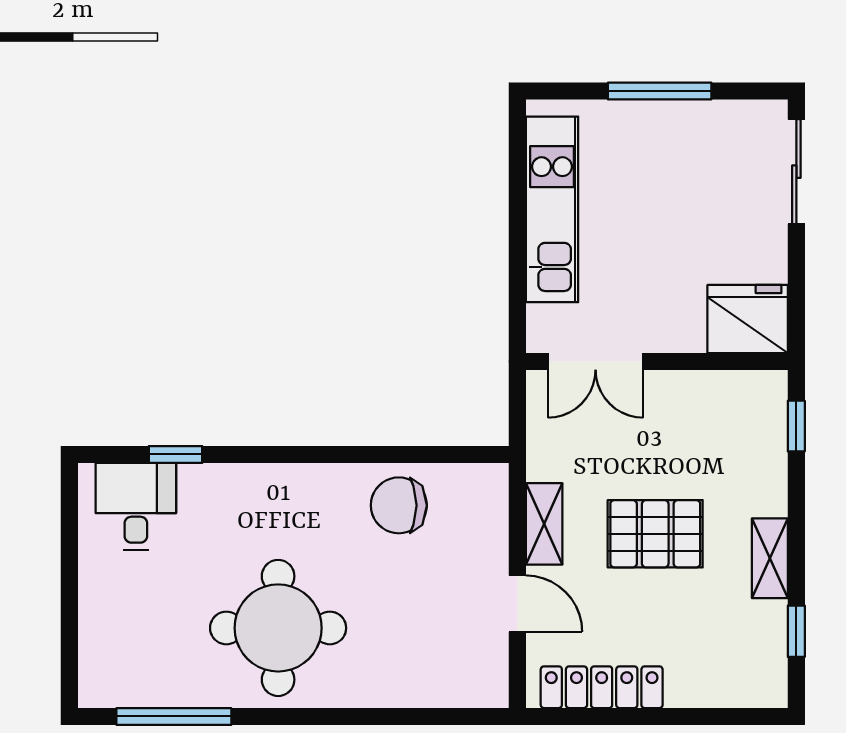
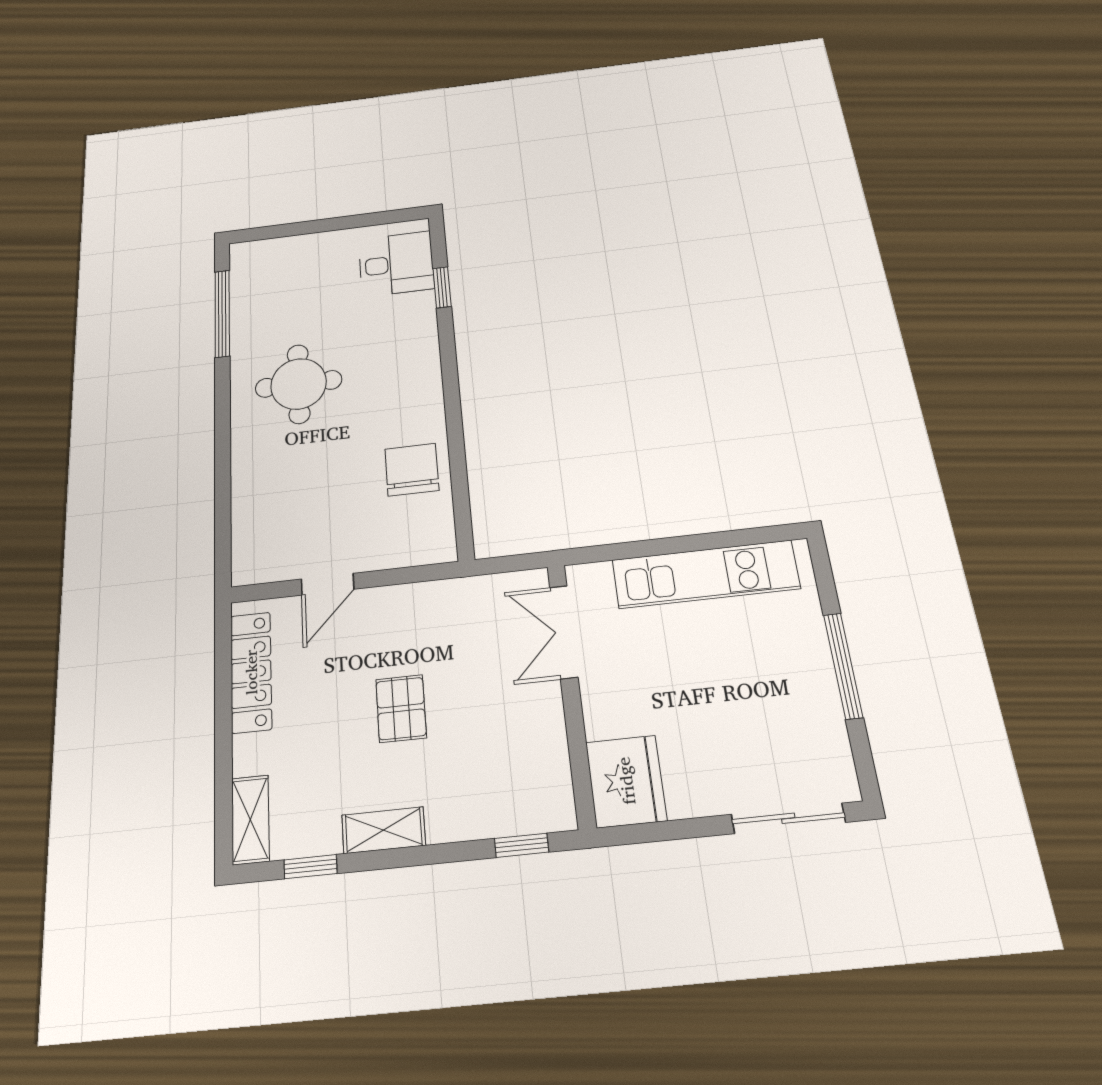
shelving: (544, 524) -> (250, 820), moved, turned 90
pallet: (655, 534) -> (401, 709), width x0.67, depth x0.71
round table: (278, 628) -> (299, 384), width x0.73, depth x0.73

